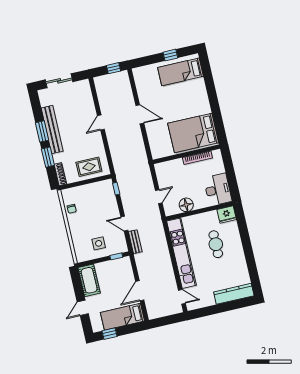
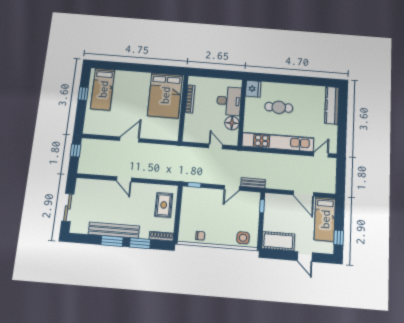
desk: (218, 190) -> (229, 101), moved, turned 90
side table: (99, 243) -> (243, 238), moved

